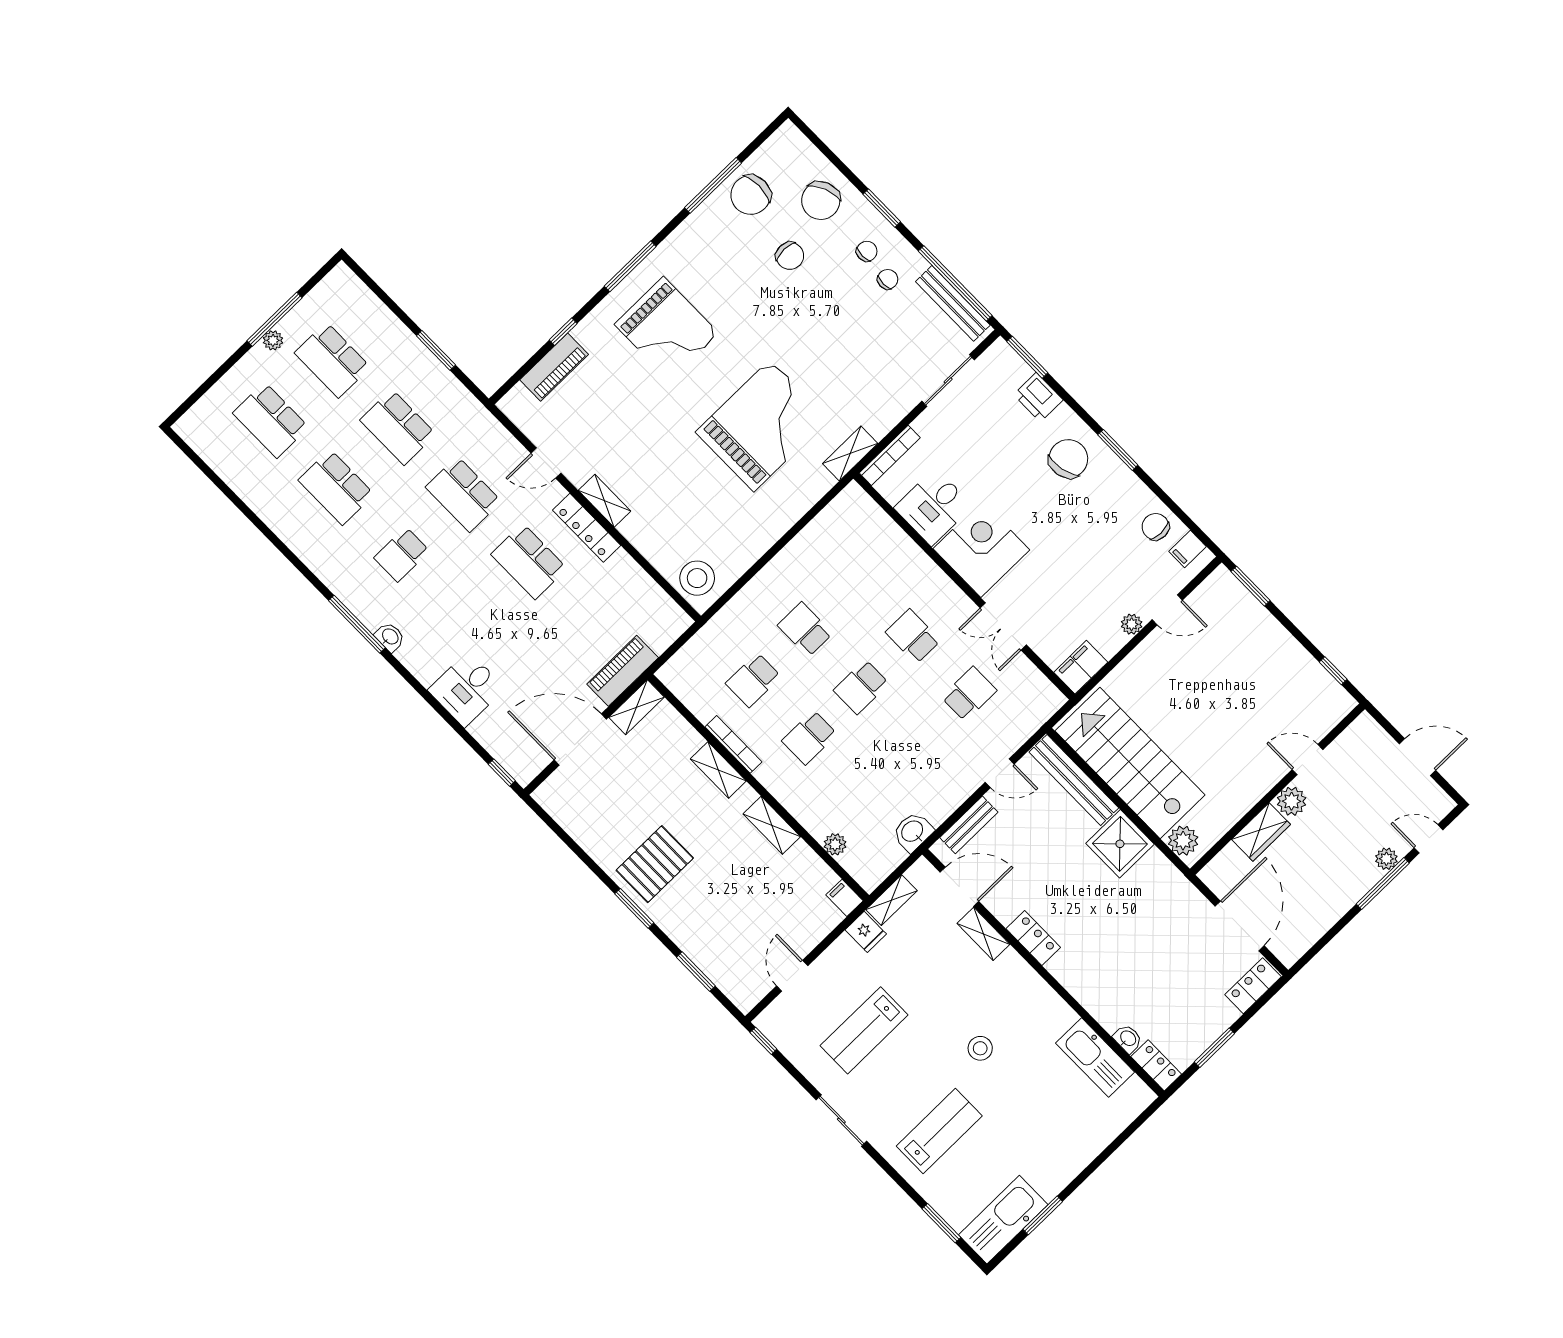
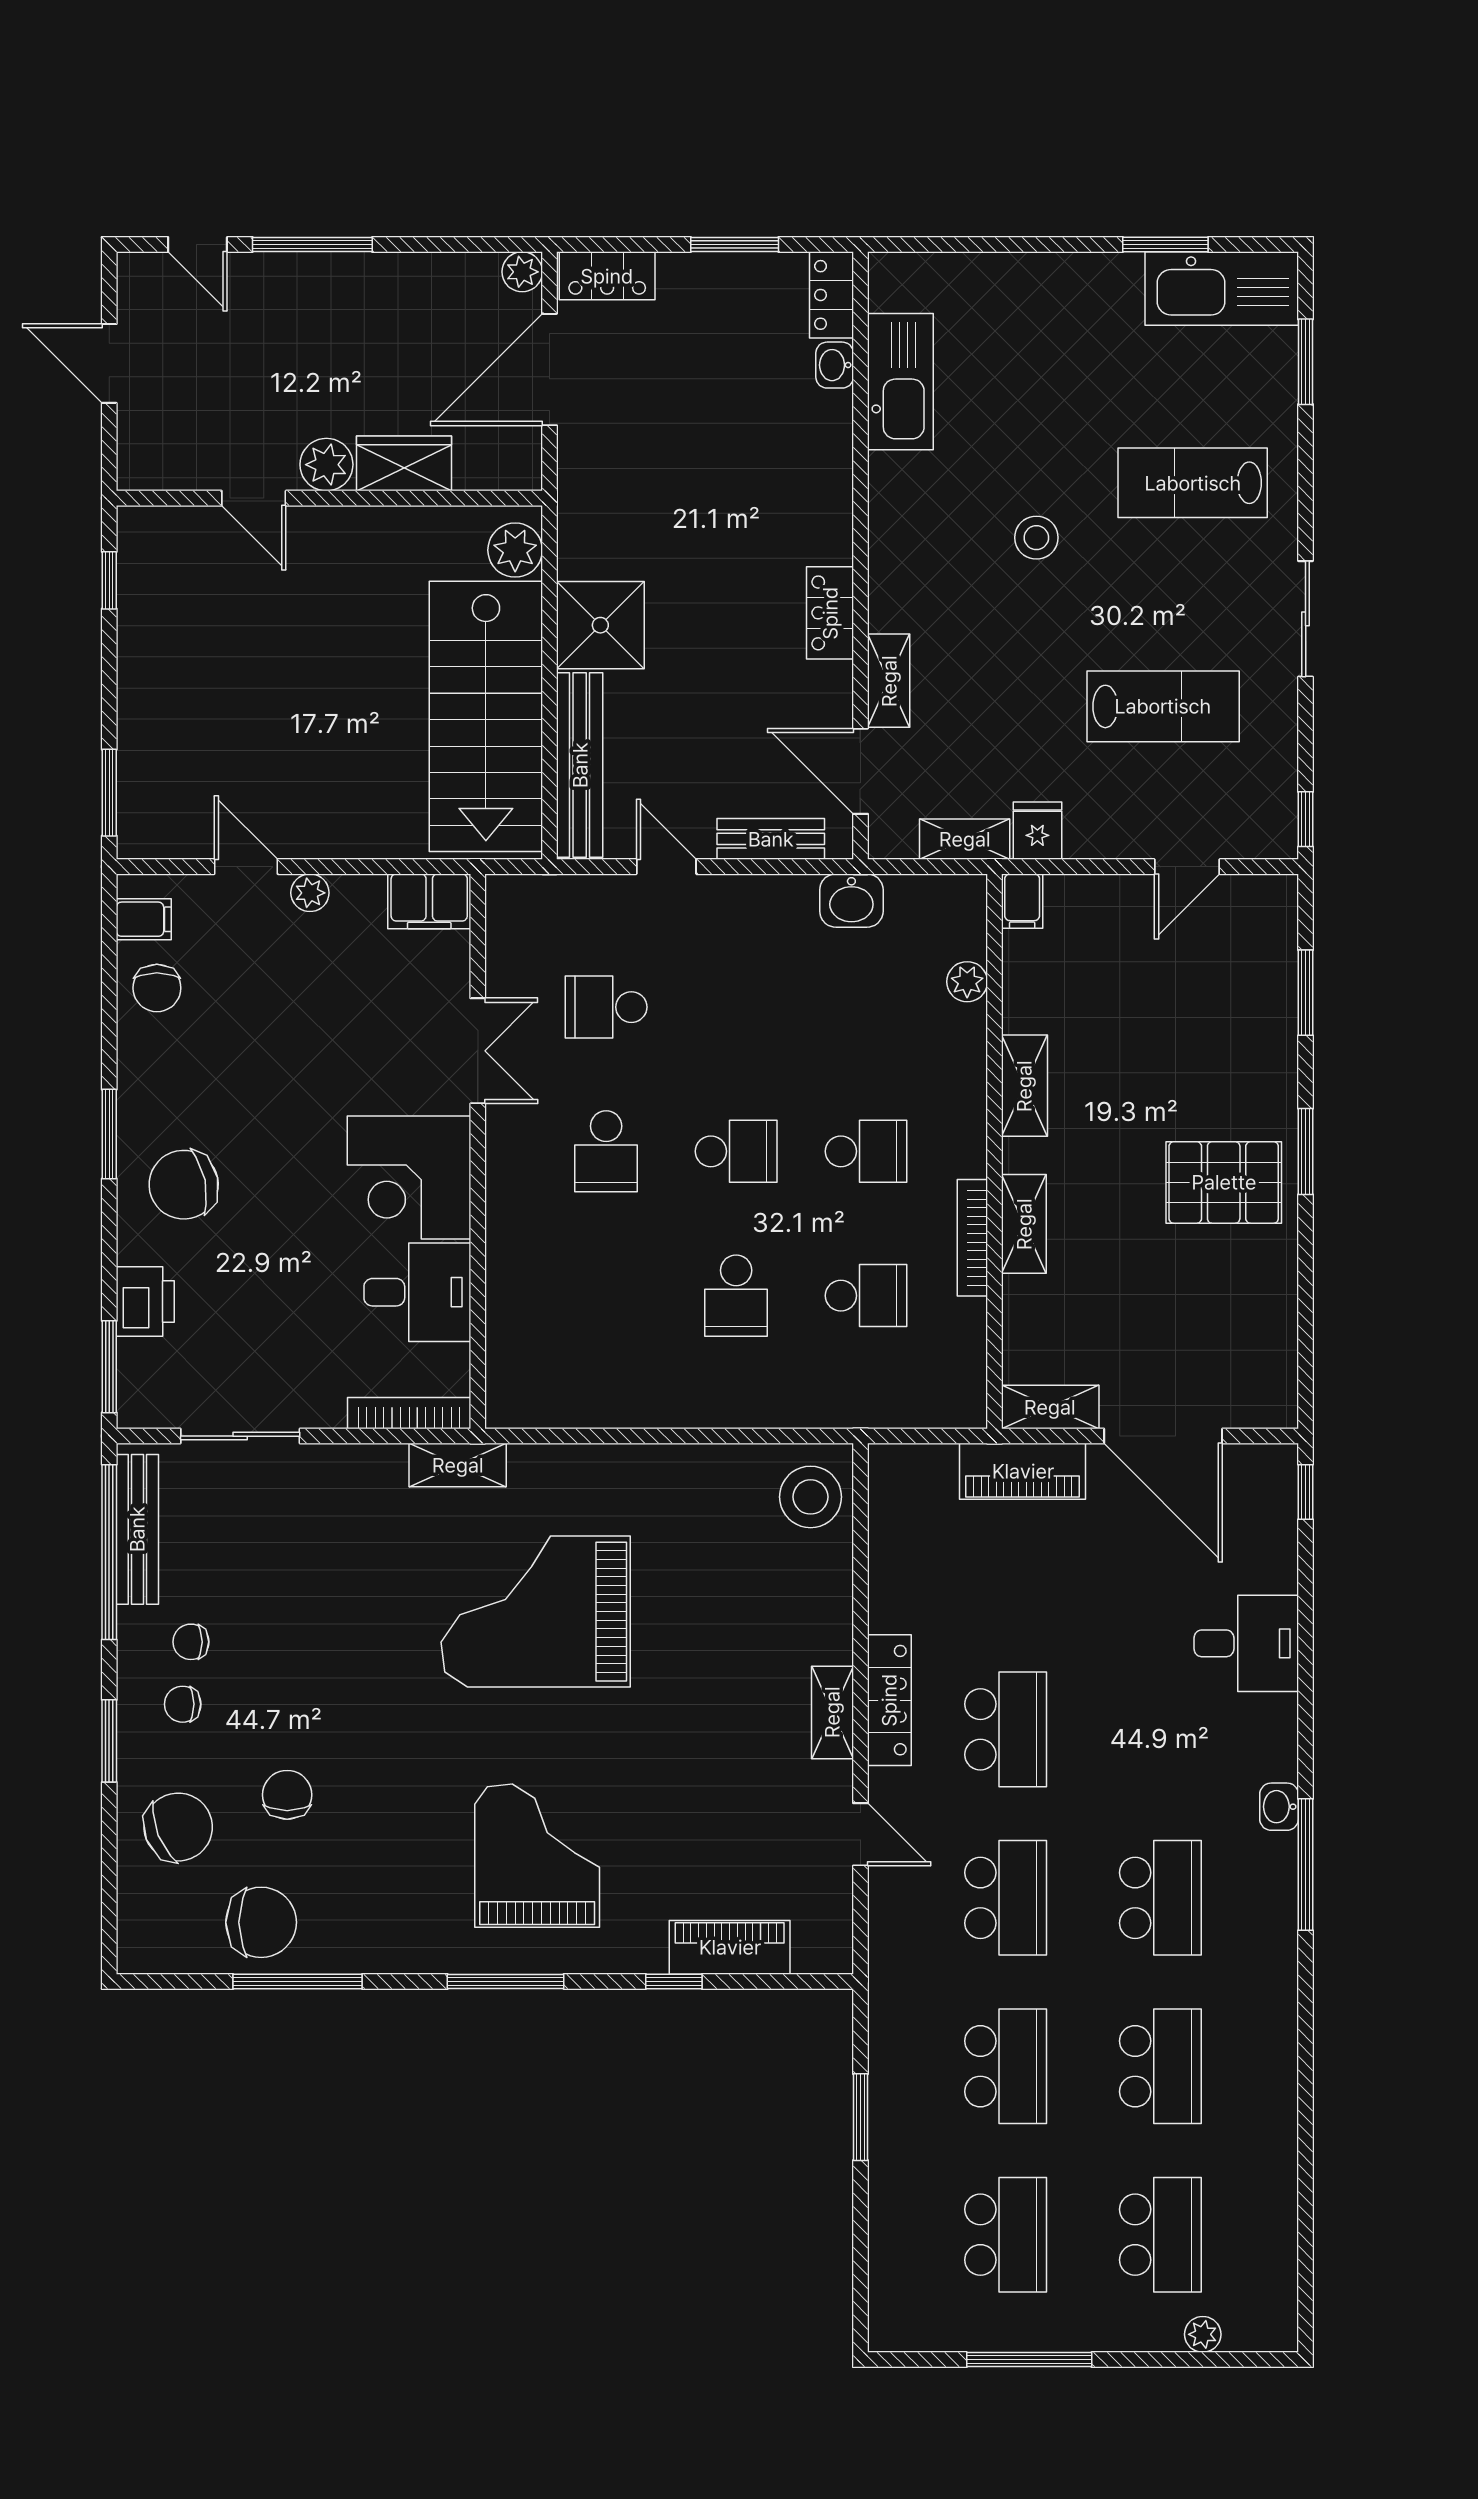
plant: (273, 340) -> (1203, 2334), moved
school desk: (402, 554) -> (1160, 1898), width x1.85
plant: (1386, 859) -> (522, 272), moved

